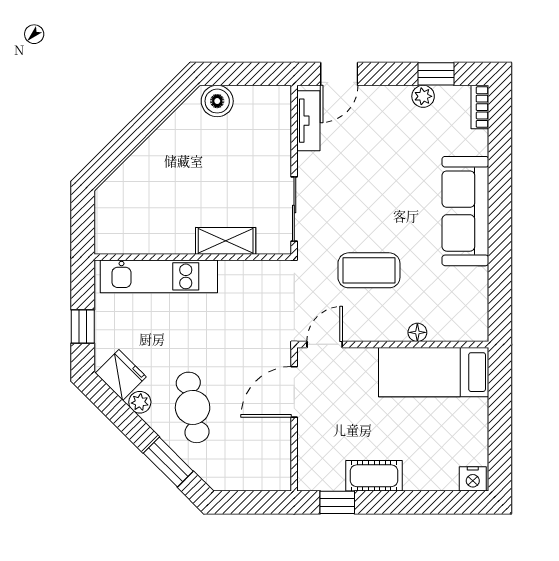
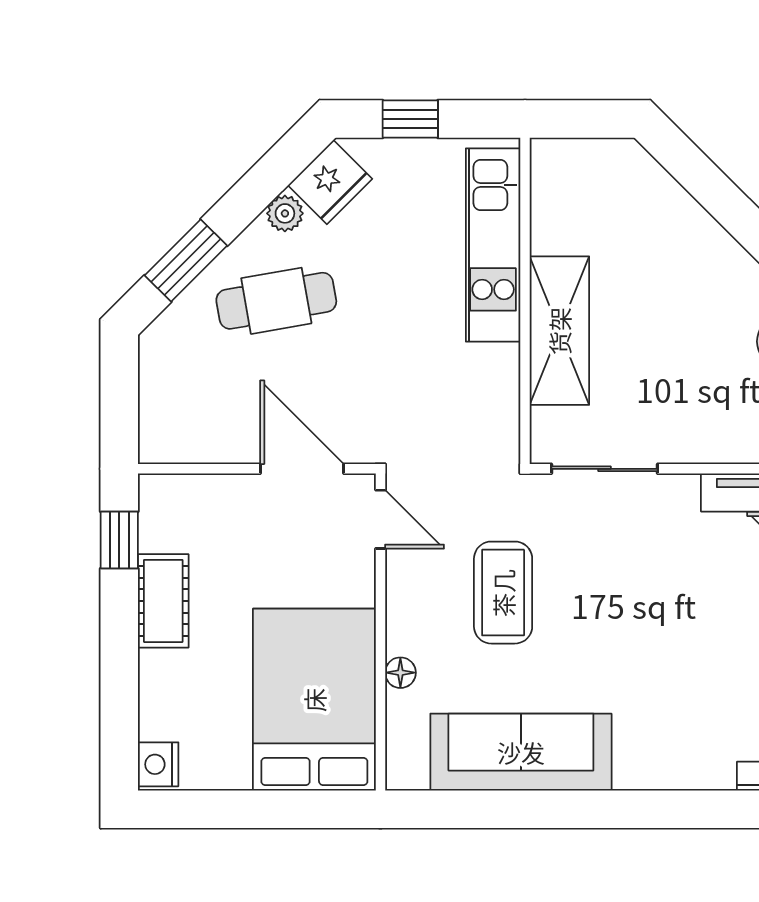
sofa: (465, 211) -> (521, 752), moved
shelving: (226, 241) -> (559, 331), width x1.50, depth x1.33
bed: (434, 372) -> (314, 700), width x1.50

